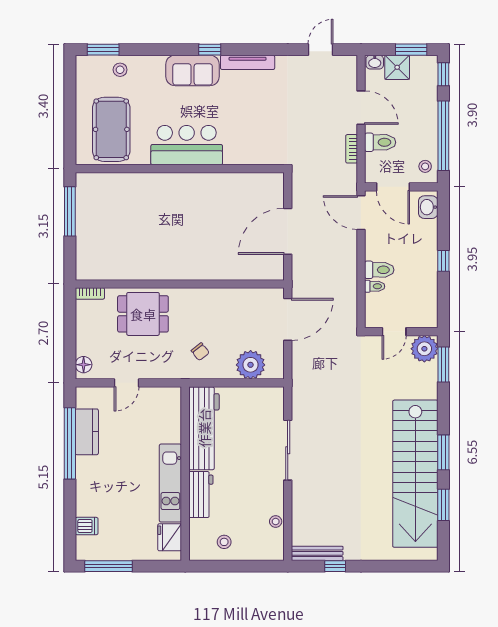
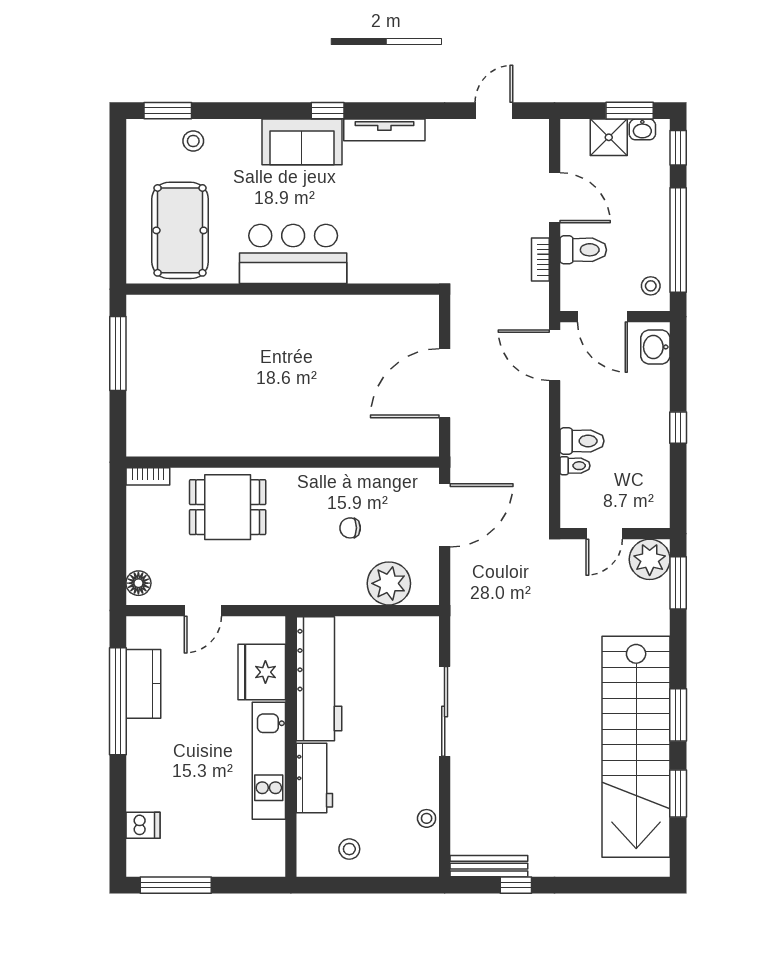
washbasin: (375, 62) -> (642, 129), moved
chair: (200, 352) -> (350, 528), moved, turned 128
fridge: (170, 537) -> (262, 672), moved, width x1.36, depth x1.34

